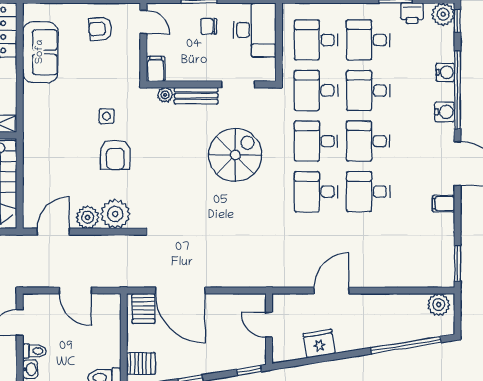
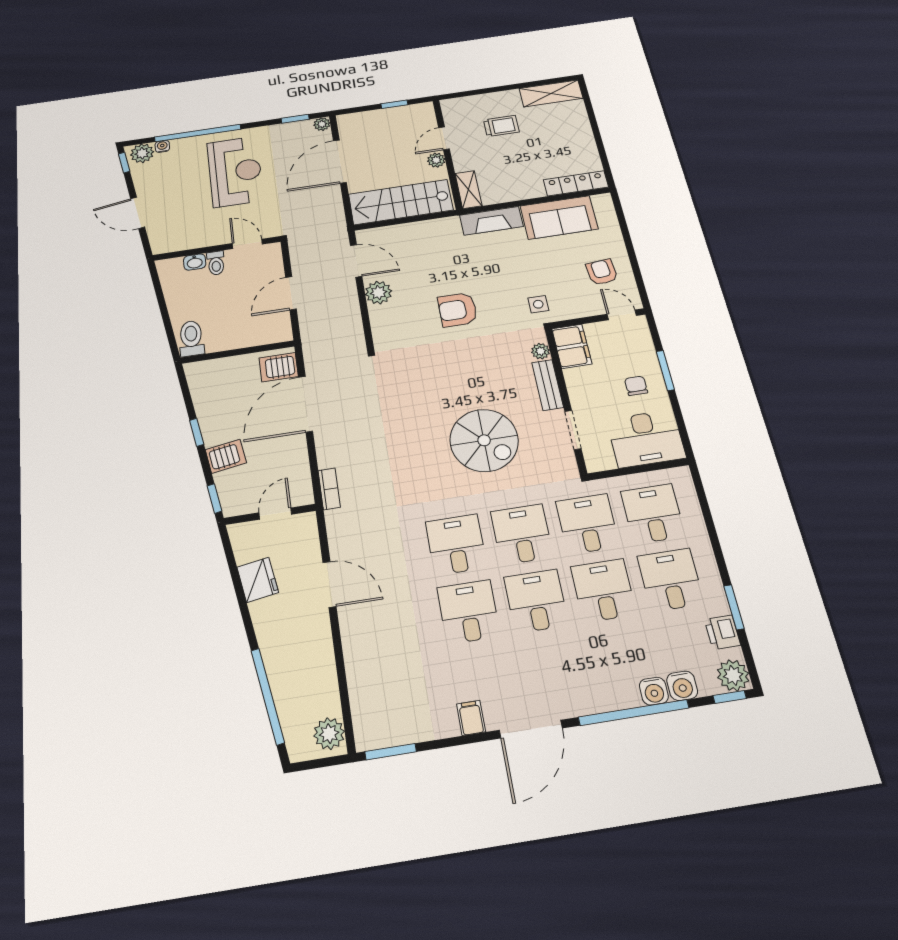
door: (143, 22) -> (622, 315), swing flipped
filing cabinet: (156, 69) -> (572, 346), width x2.00
fireplace: (33, 110) -> (491, 221), added
water cooler: (445, 112) -> (682, 686), moved
side table: (107, 116) -> (538, 304), moved
plant: (115, 214) -> (387, 320), removed
bookcase: (256, 281) -> (329, 489), added
server rack: (141, 364) -> (226, 456), moved, turned -99

